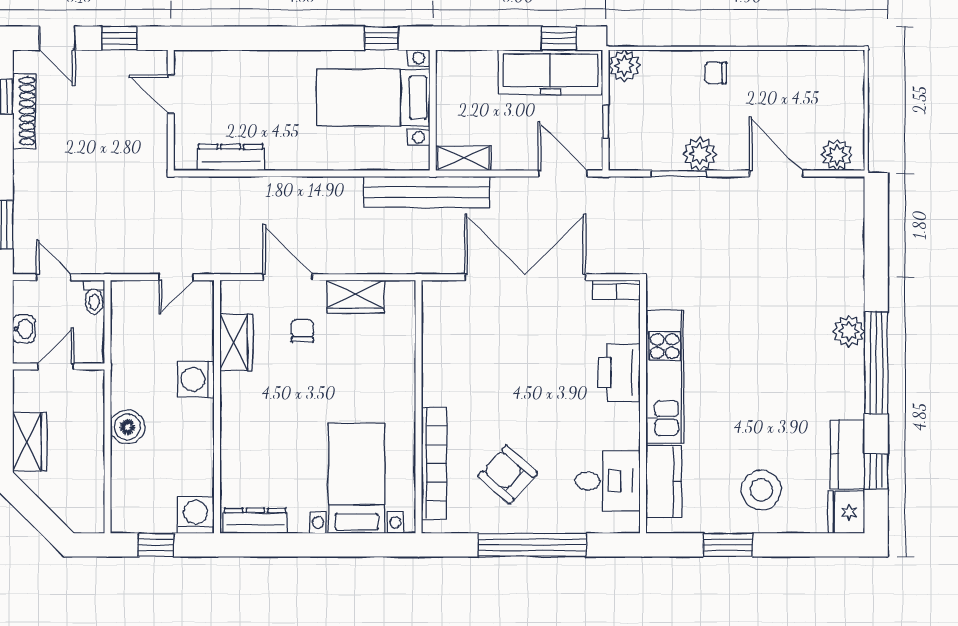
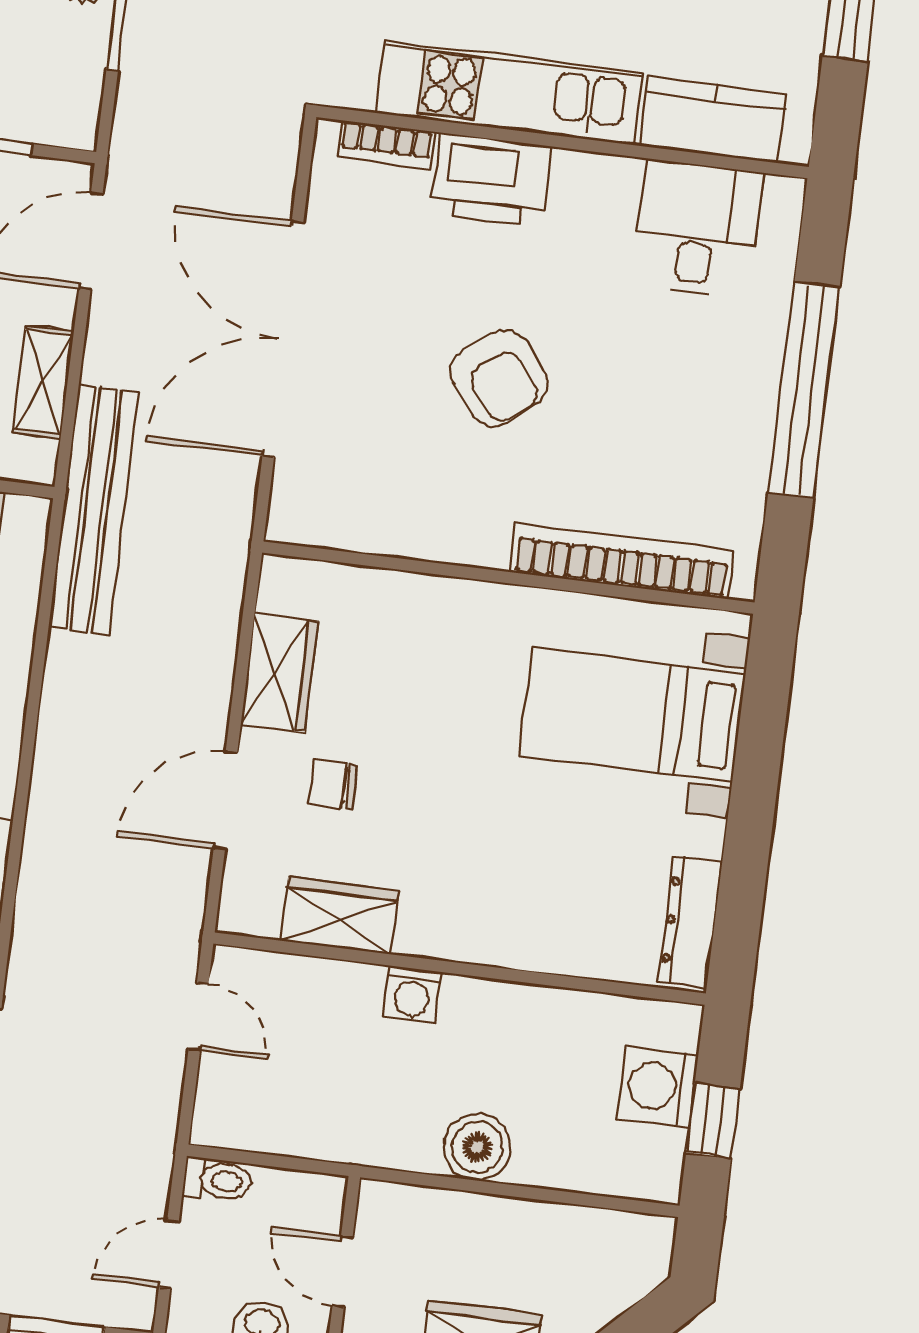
shelving: (463, 158) -> (43, 382), moved
bookcase: (616, 290) -> (387, 145), moved, turned 90
washing machine: (196, 379) -> (412, 994), width x0.73, depth x0.73
armchair: (508, 474) -> (499, 378), moved, turned -80
washing machine: (196, 515) -> (658, 1086), moved

